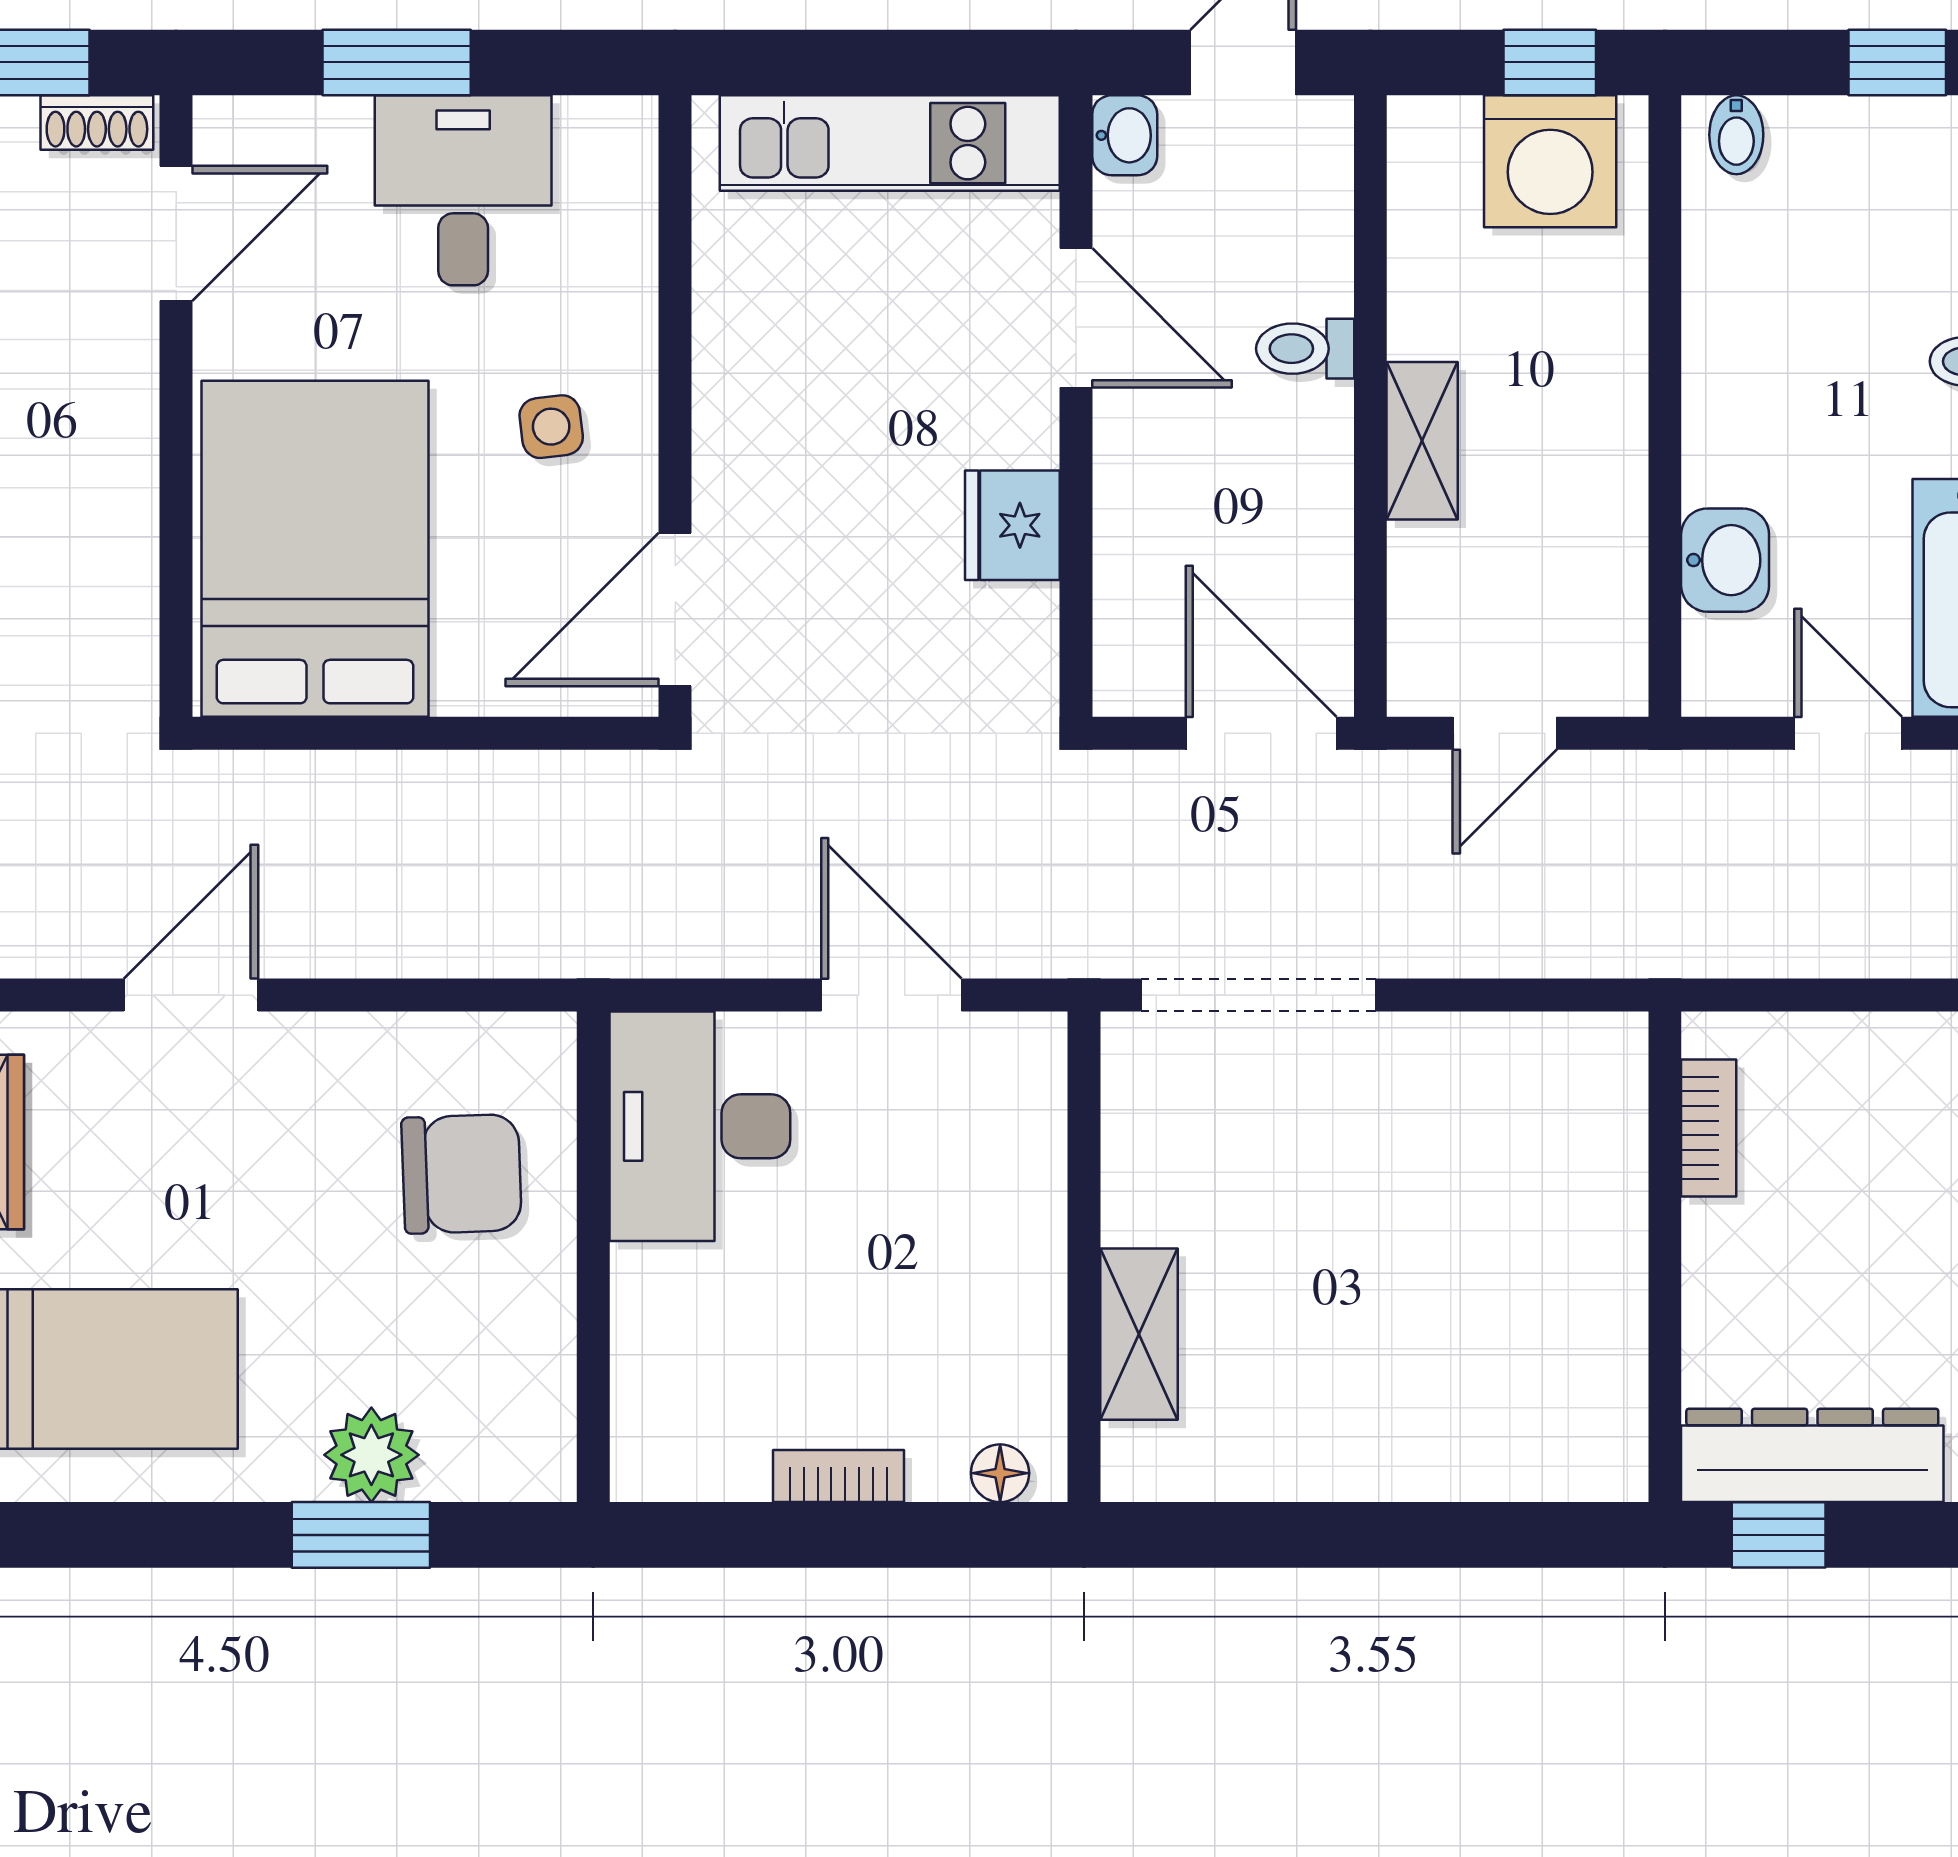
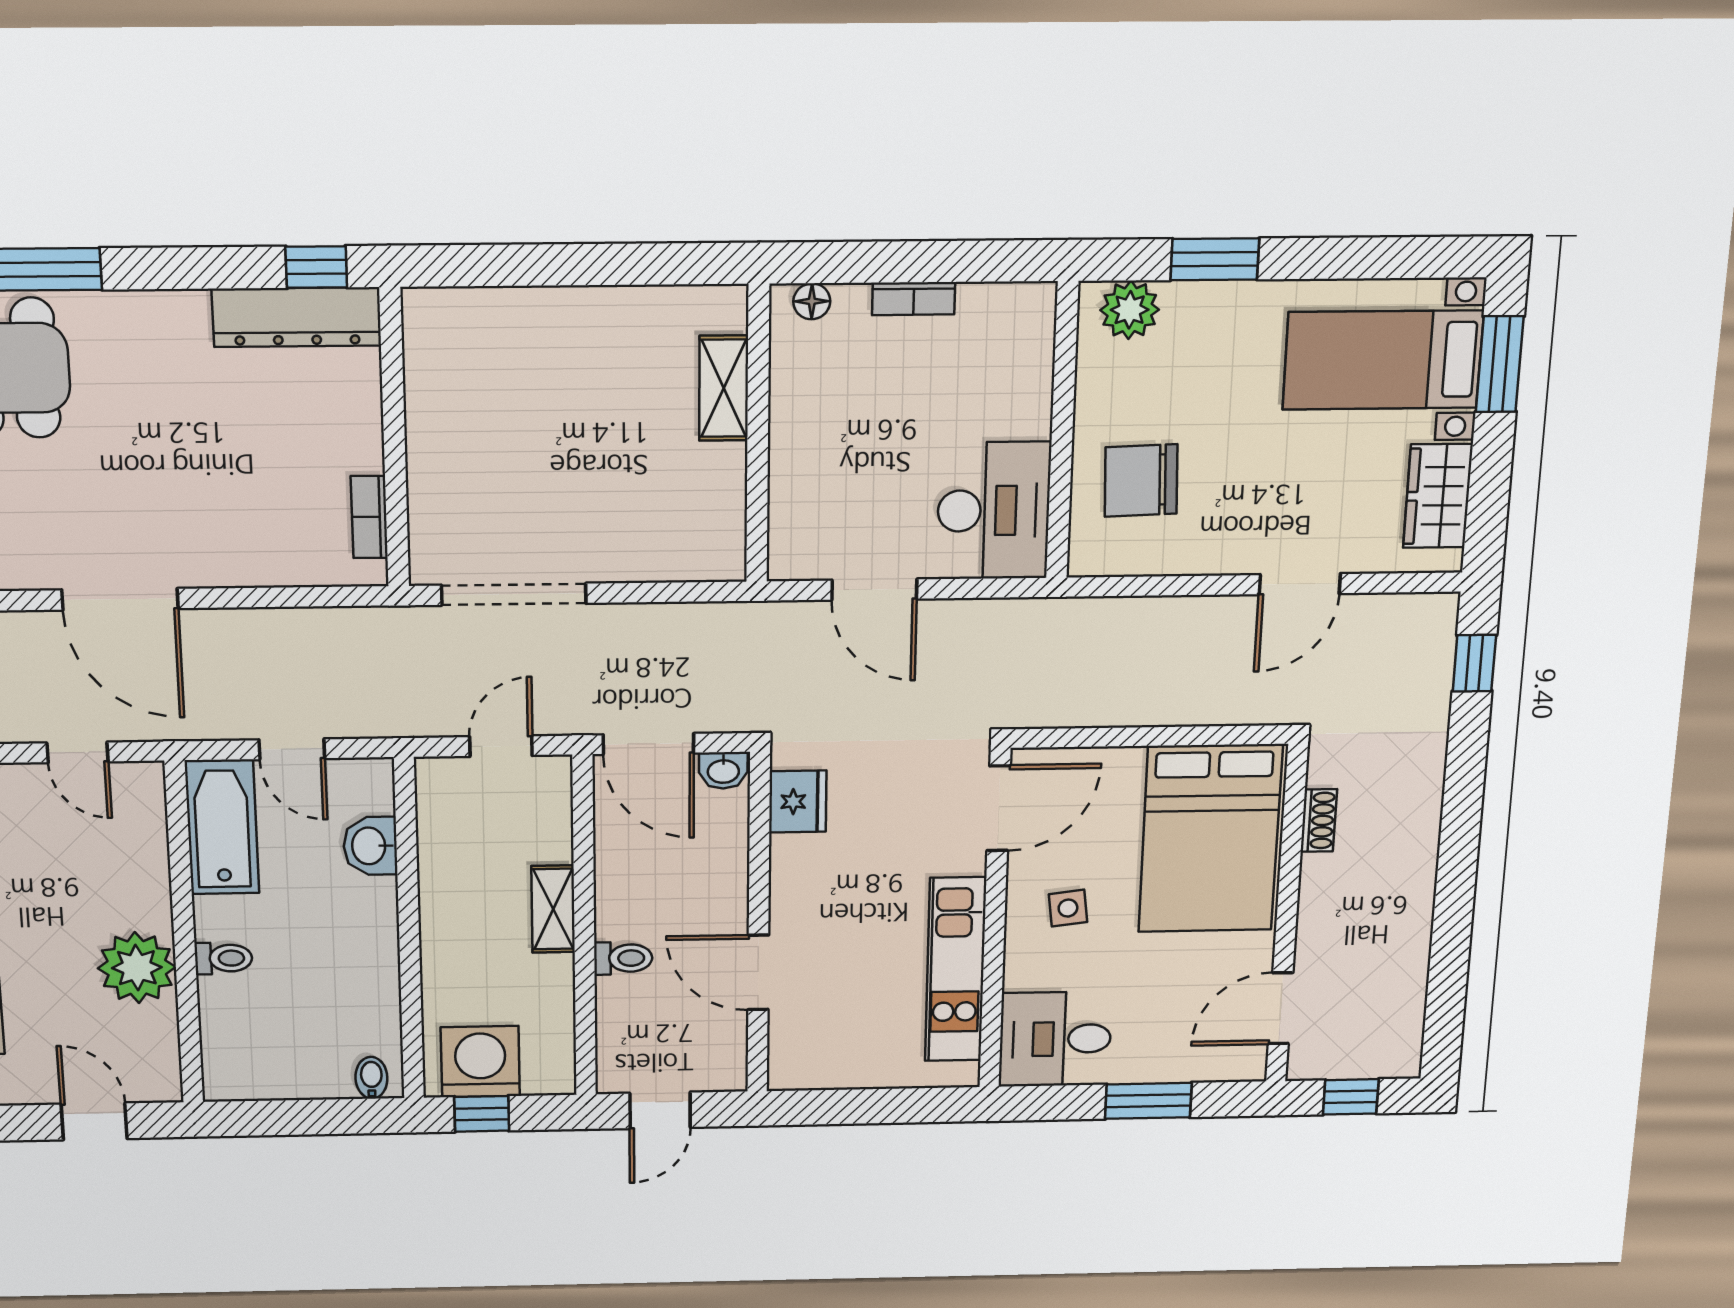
window: (1897, 62) -> (279, 1118), removed
shoe rack: (97, 123) -> (1319, 820), moved, turned 90
washbasin: (1125, 135) -> (723, 770), moved, turned -90
kitchen unit: (890, 143) -> (956, 970), moved, turned -90
desk: (463, 190) -> (1055, 1039), moved, turned 90
fridge: (1012, 525) -> (798, 802), moved
doorway: (1258, 995) -> (514, 594), moved
plant: (371, 1455) -> (1130, 310), moved

